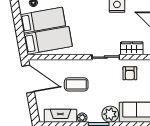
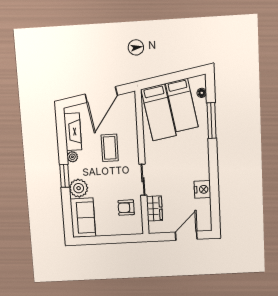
door: (28, 79) -> (101, 95), moved

